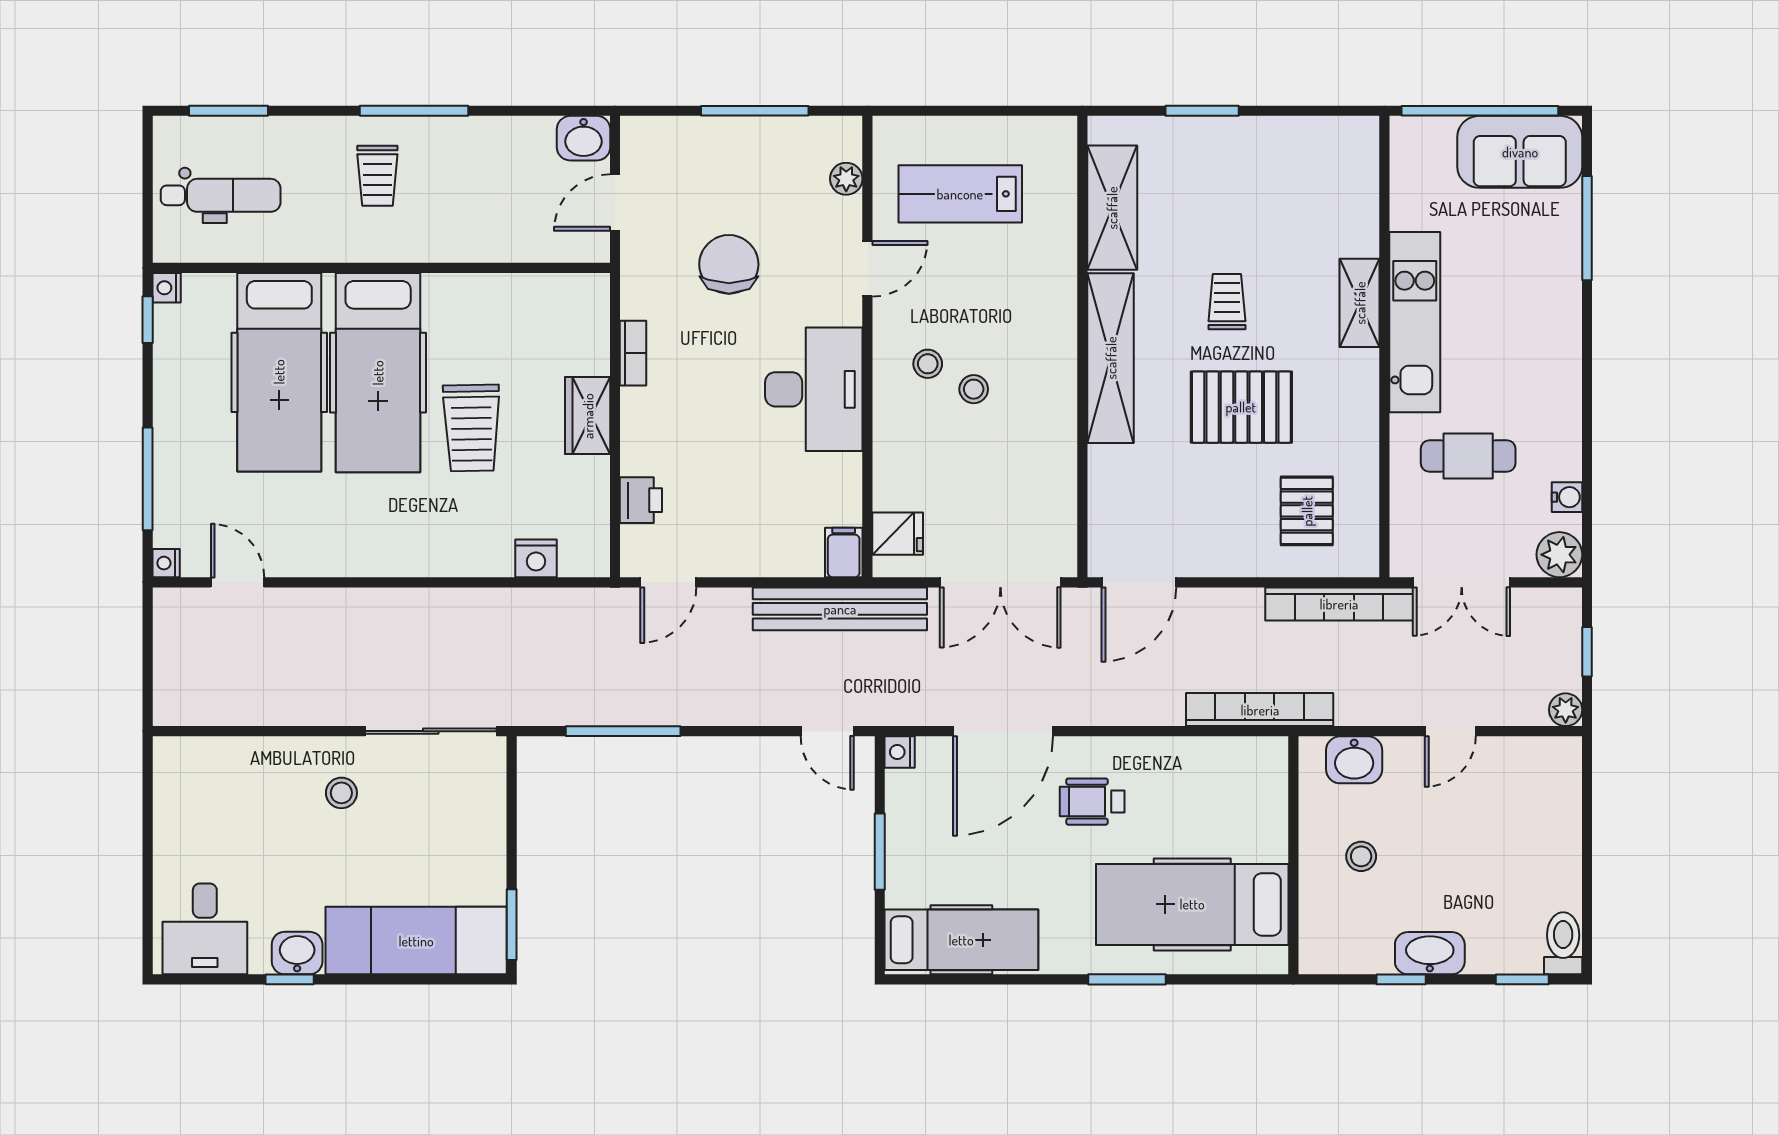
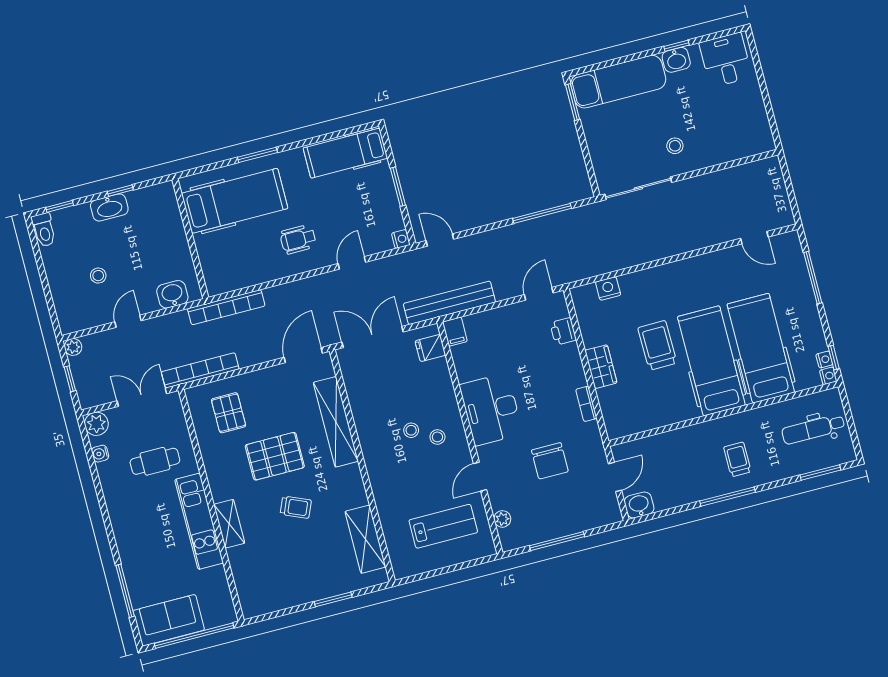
trolley: (1227, 302) -> (296, 507), turned -67
shelving: (1111, 358) -> (336, 422), moved
nightstand: (166, 563) -> (824, 360), moved
door: (1003, 731) -> (352, 263), width x0.53
wheelchair: (1092, 802) -> (298, 239), turned 180
stool: (1361, 856) -> (98, 276), moved

